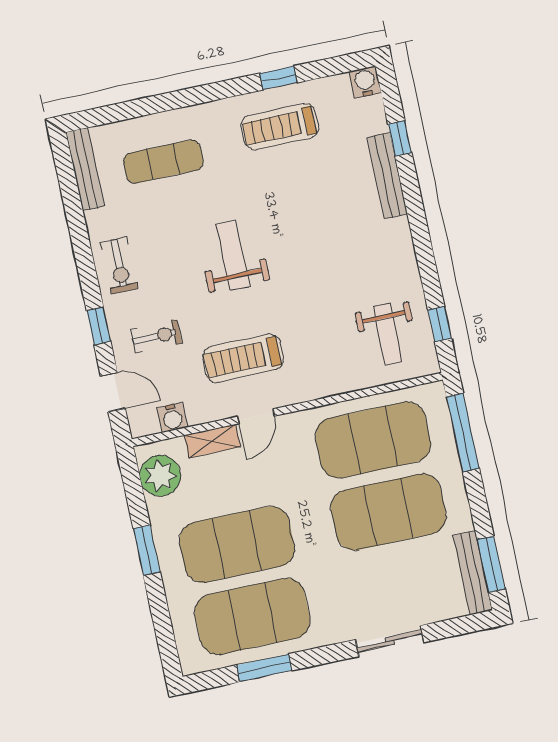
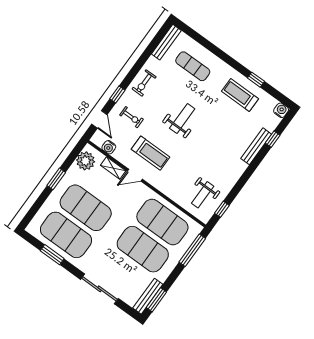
treadmill: (243, 358) -> (151, 153), turned 180
sliding door: (390, 641) -> (100, 289), width x1.37

